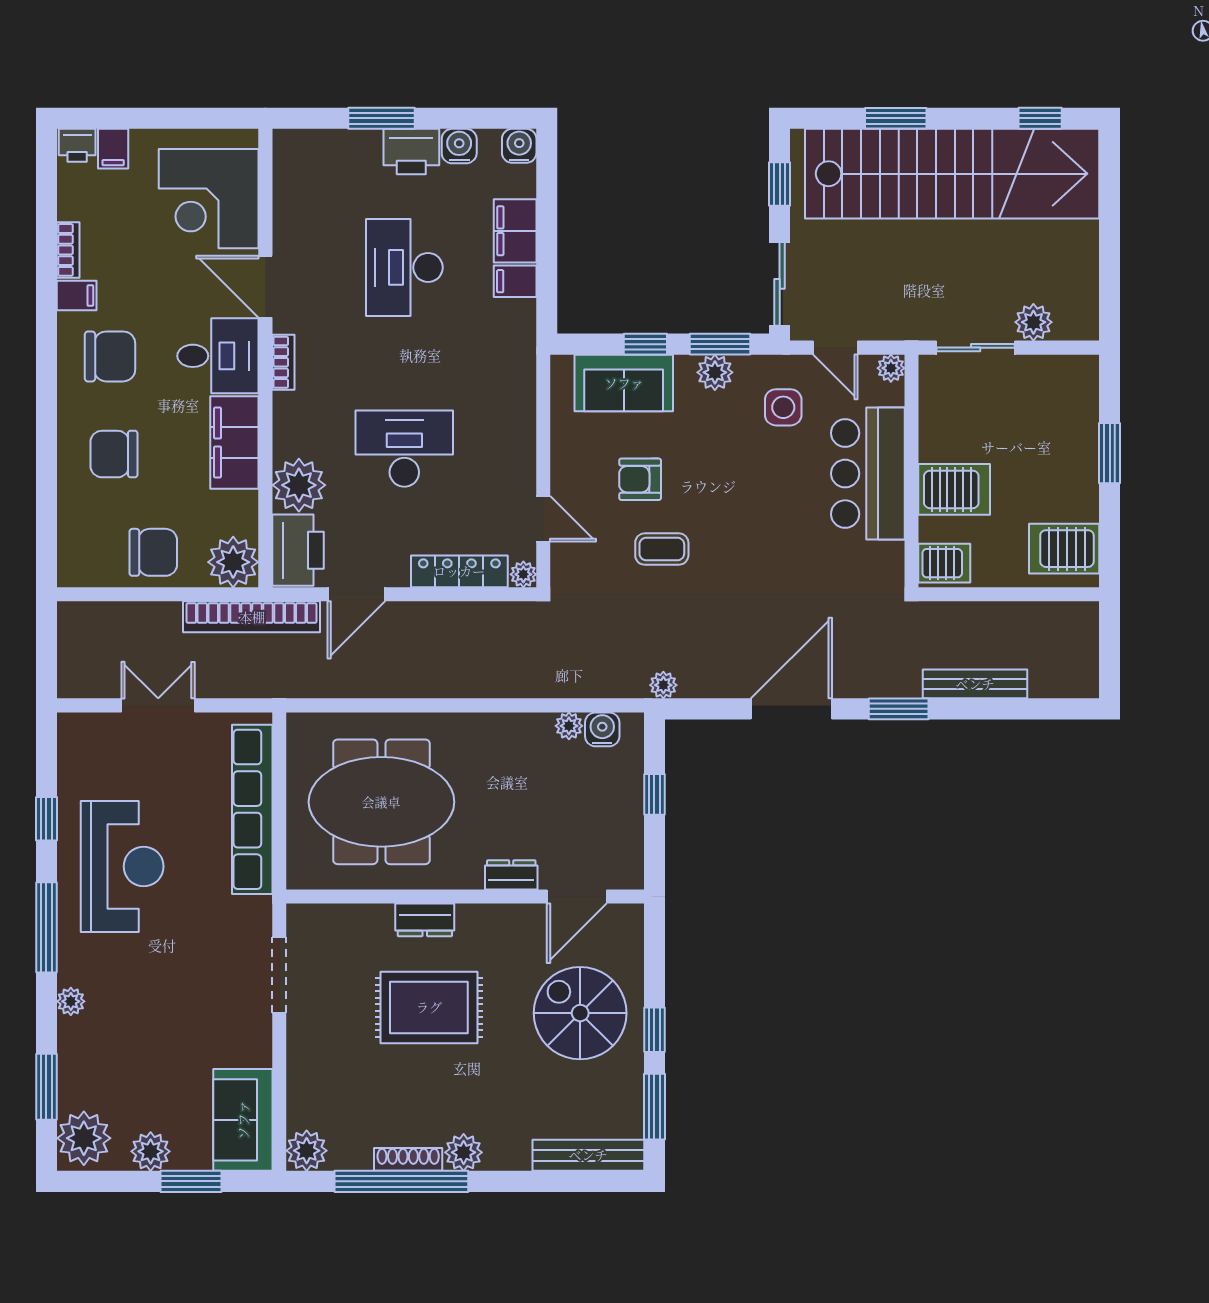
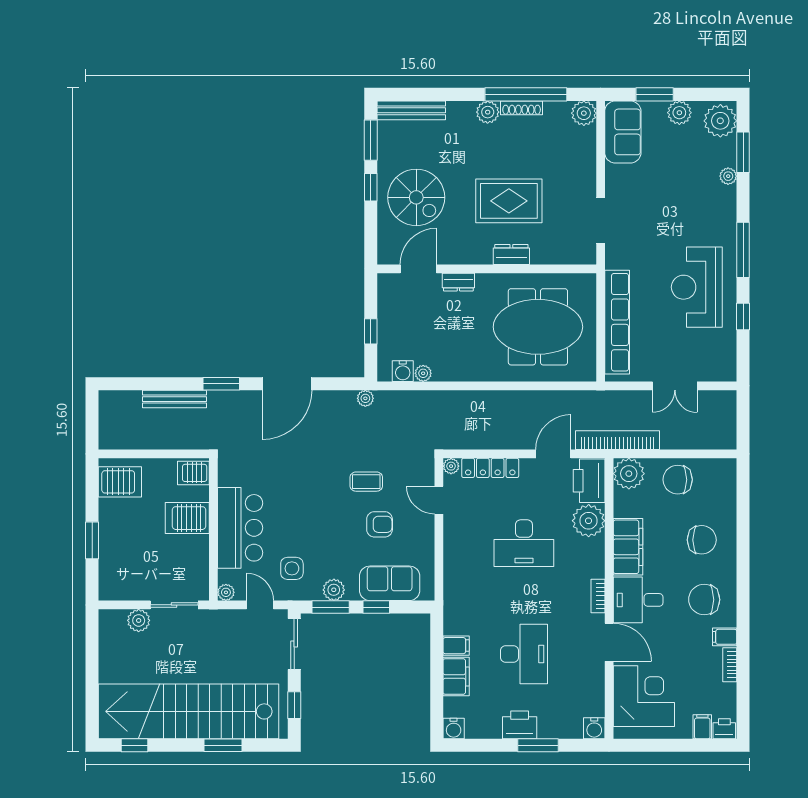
water cooler: (459, 146) -> (594, 728), moved
plant: (71, 1001) -> (728, 176), moved

